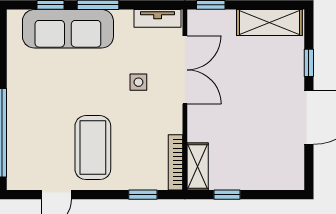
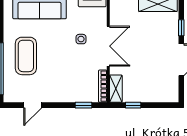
double door: (185, 70) -> (108, 46), moved
coffee table: (93, 148) -> (26, 56), moved

